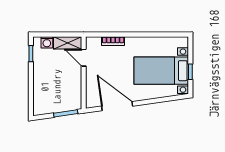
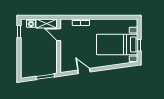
door: (117, 106) -> (84, 71), width x0.53

